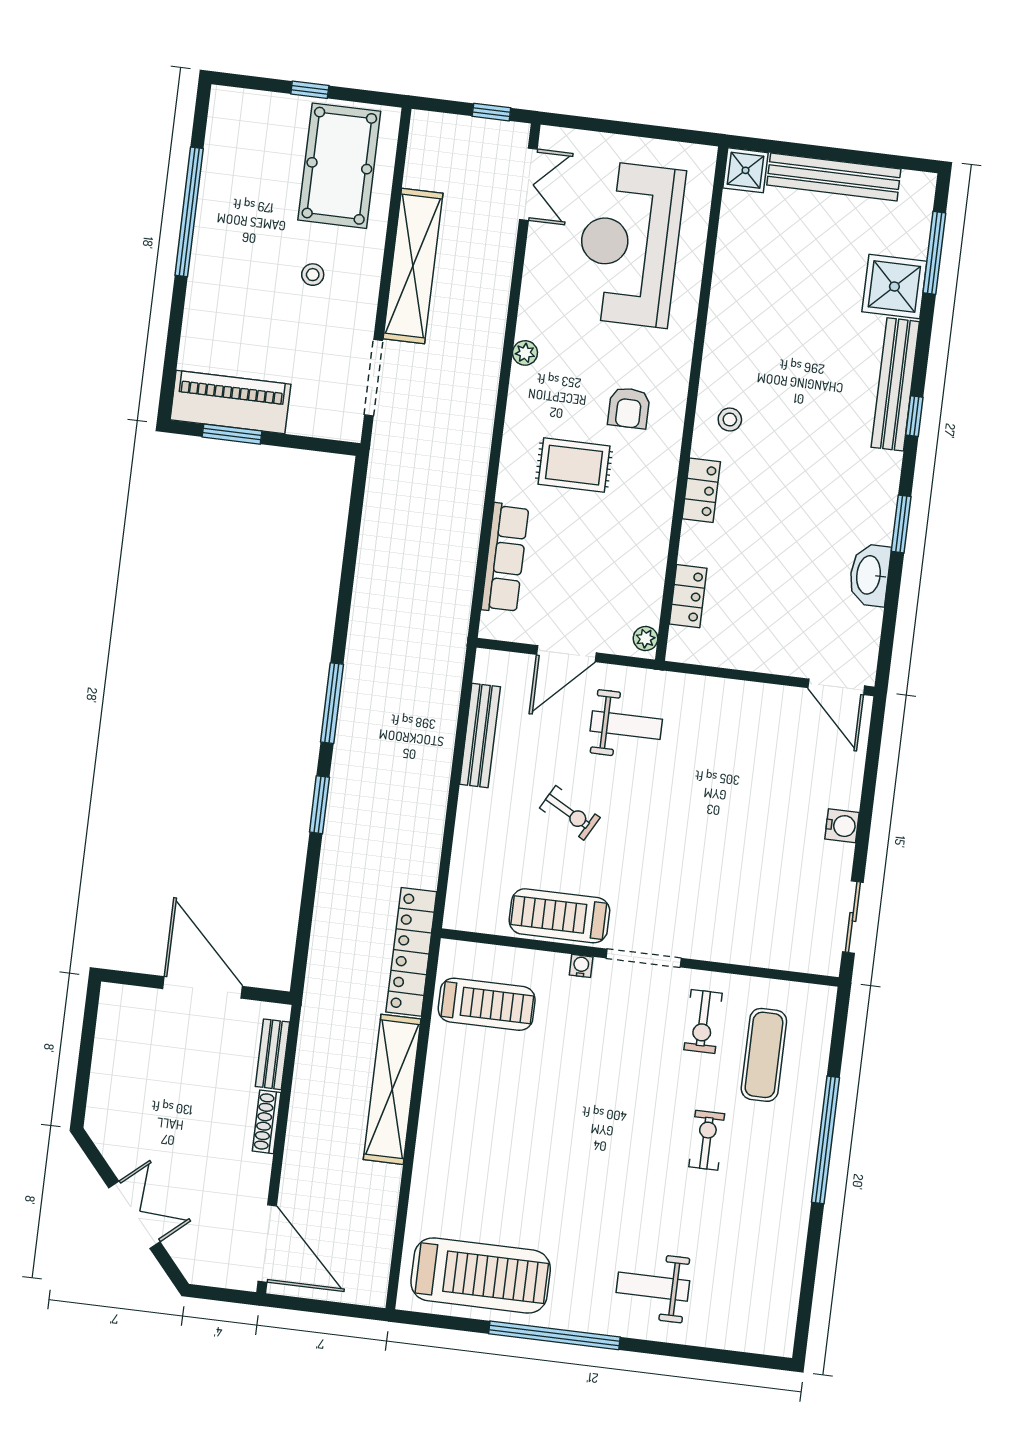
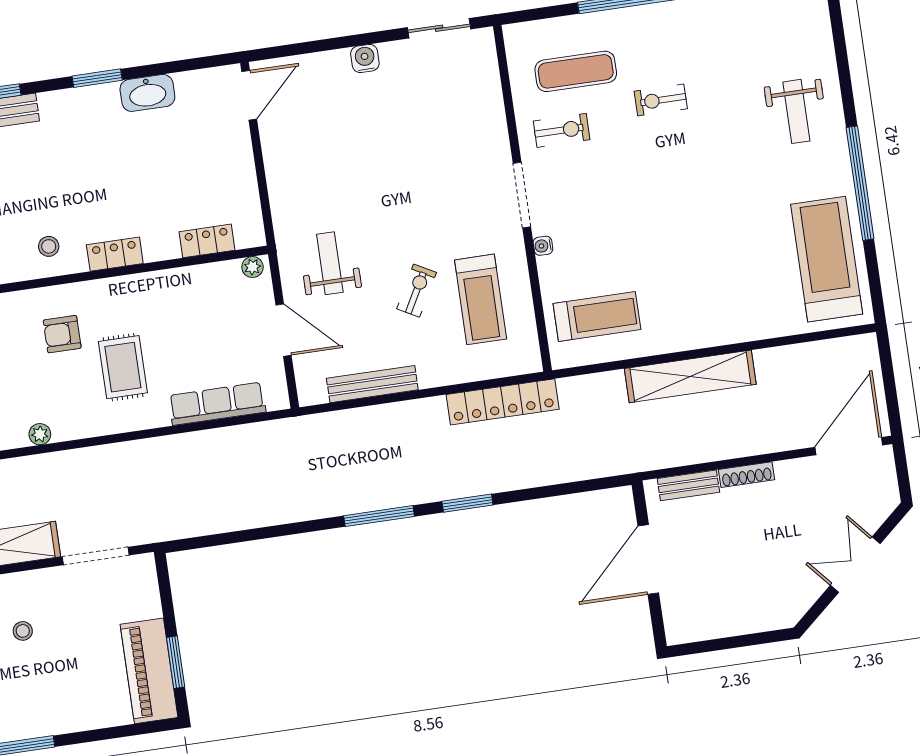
armchair: (629, 408) -> (62, 334), turned 180
treadmill: (559, 916) -> (481, 299), moved
locker: (411, 952) -> (503, 402), moved
treadmill: (487, 1004) -> (597, 316), turned 90

